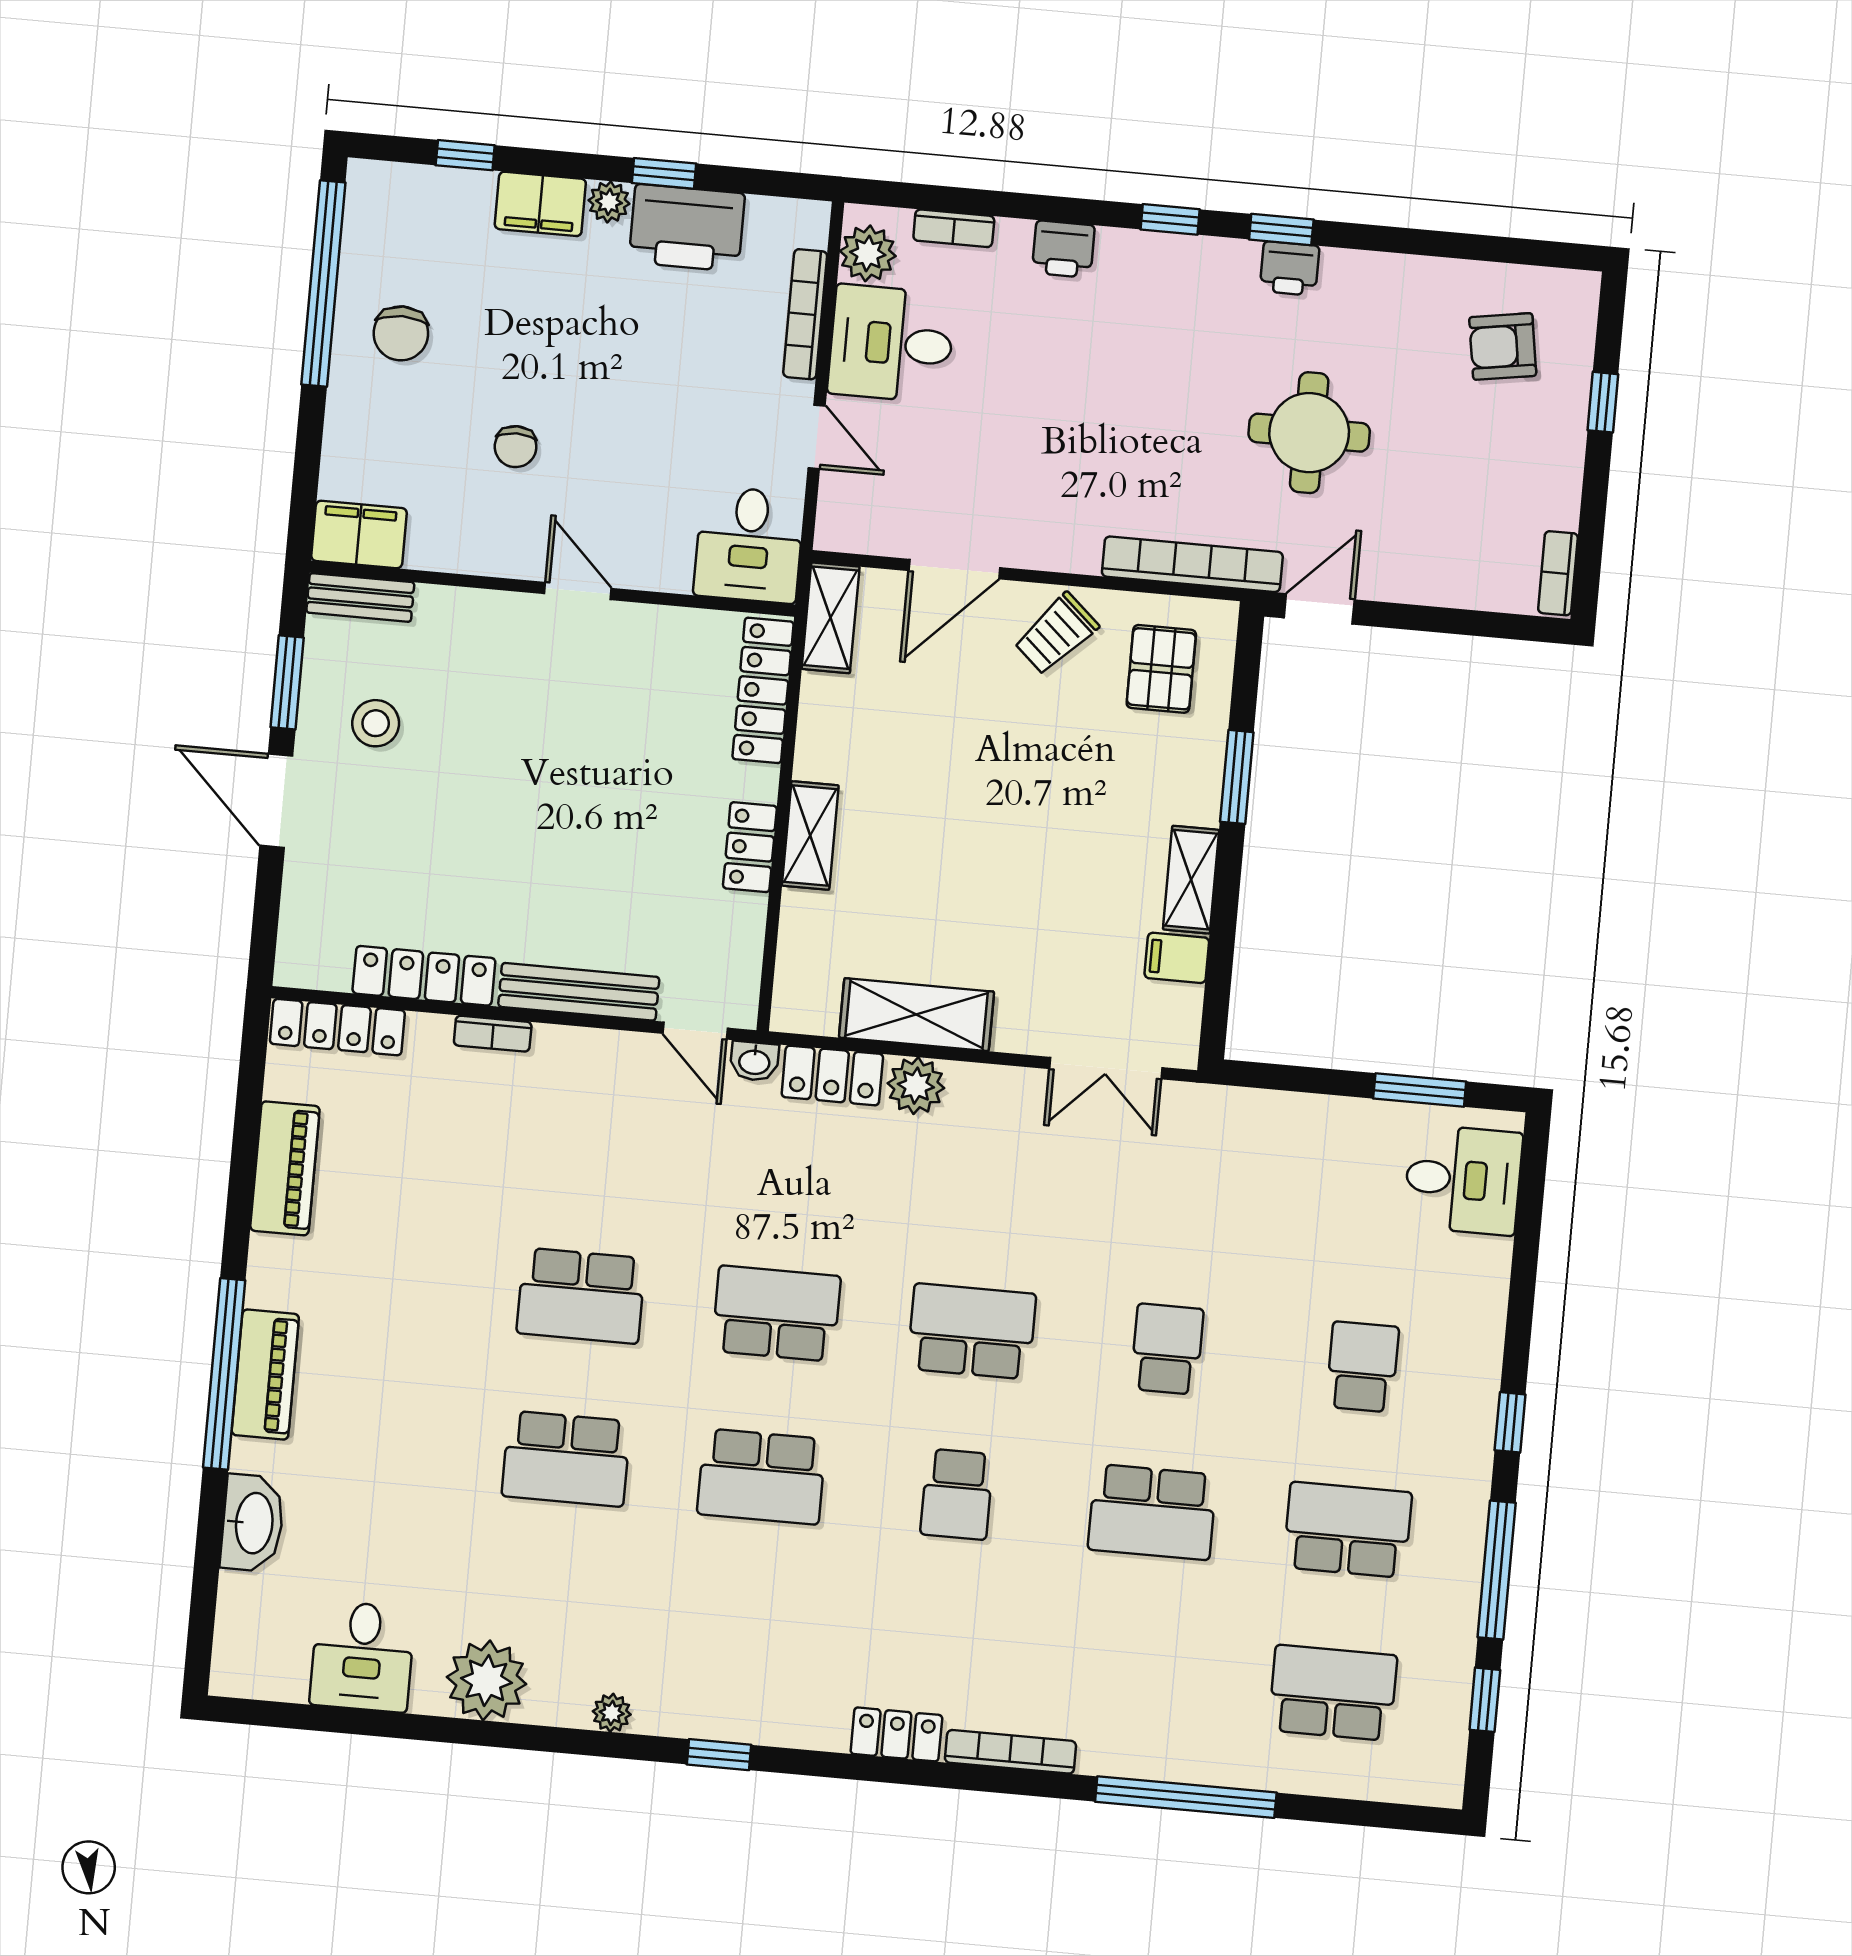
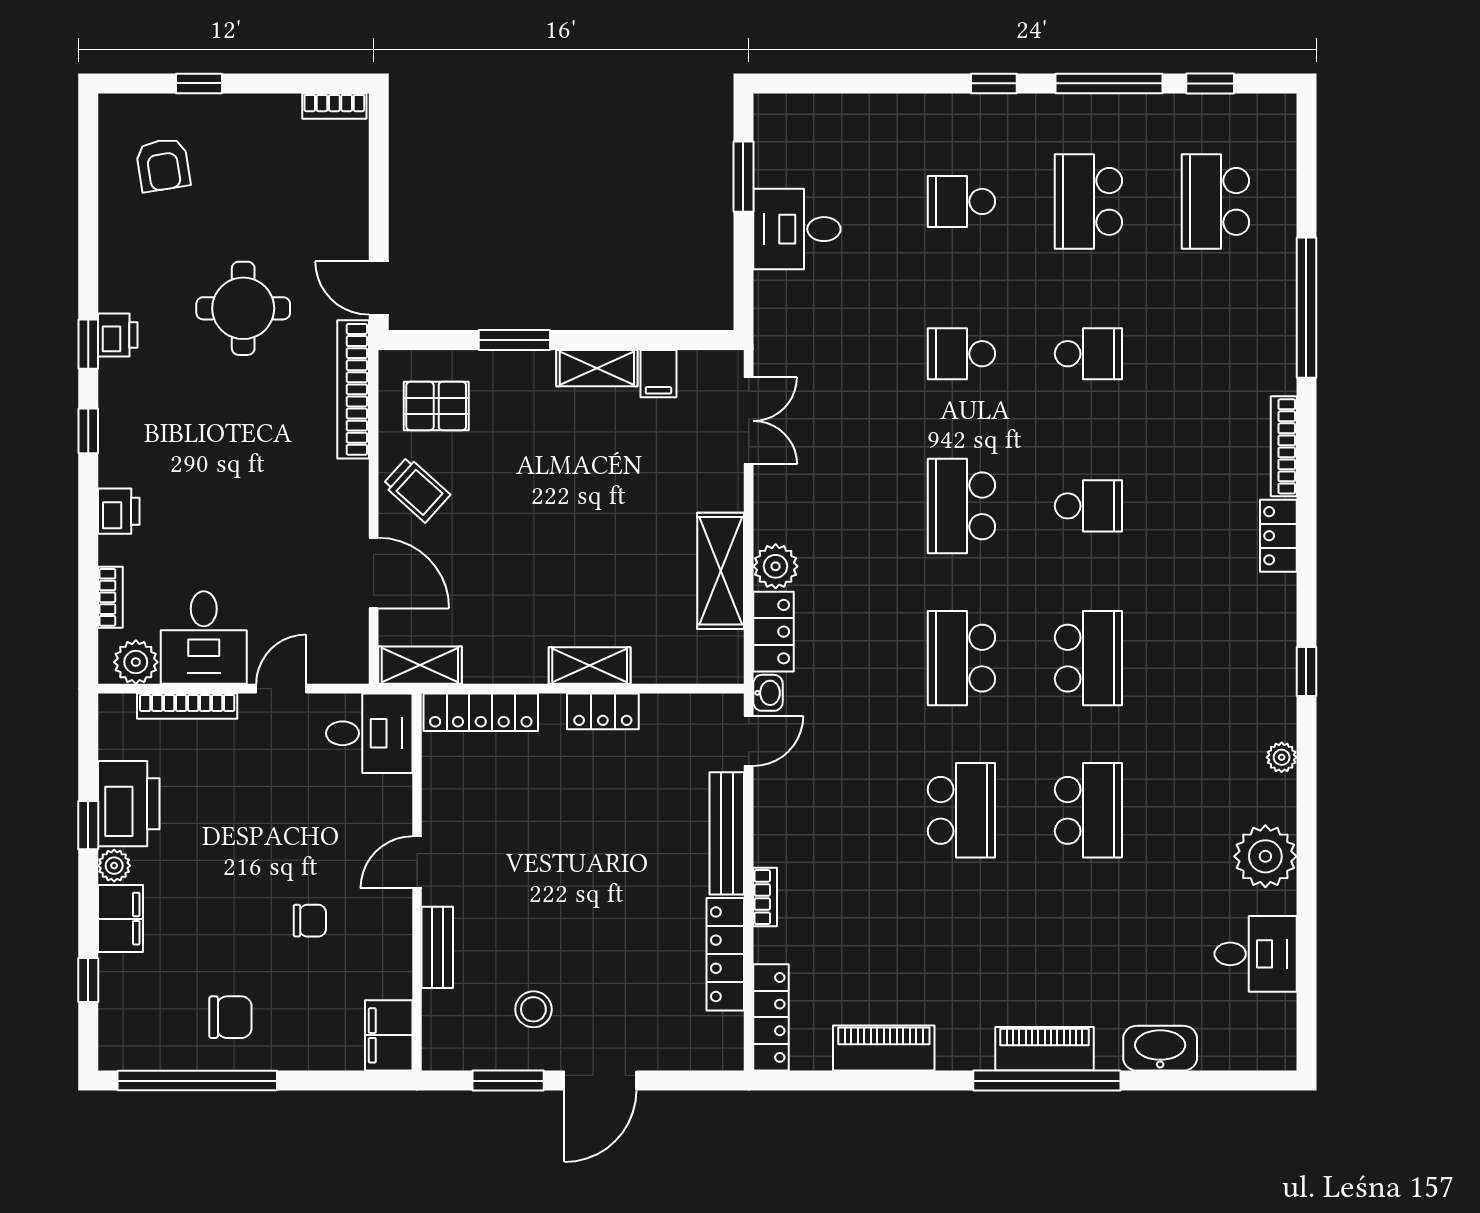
bench: (360, 597) -> (437, 947), moved
desk: (1463, 1180) -> (797, 229), moved, turned -90
school desk: (1152, 1512) -> (1088, 354), width x0.54

